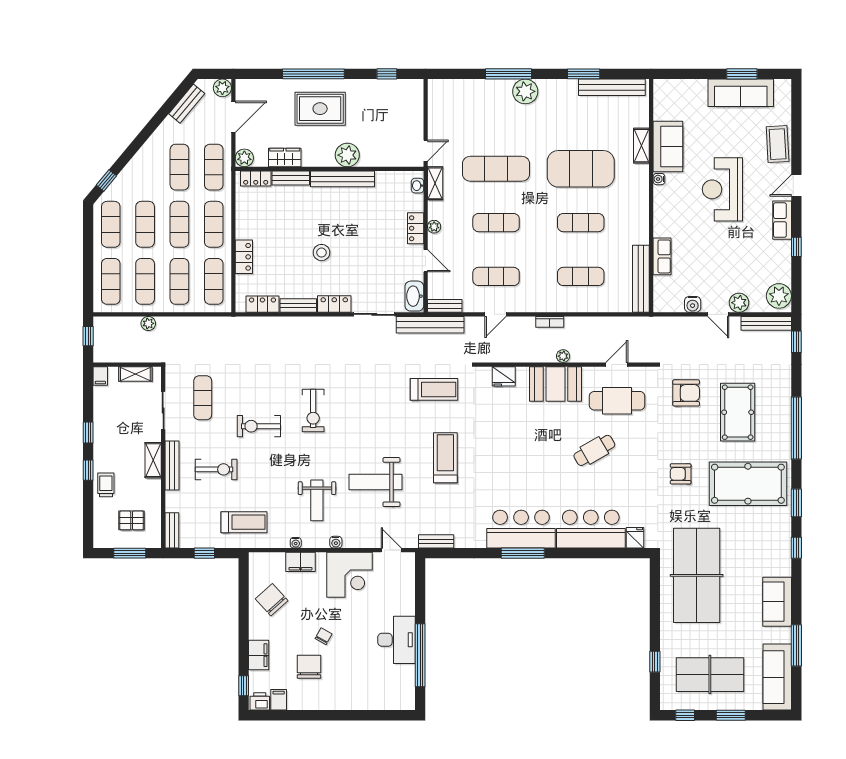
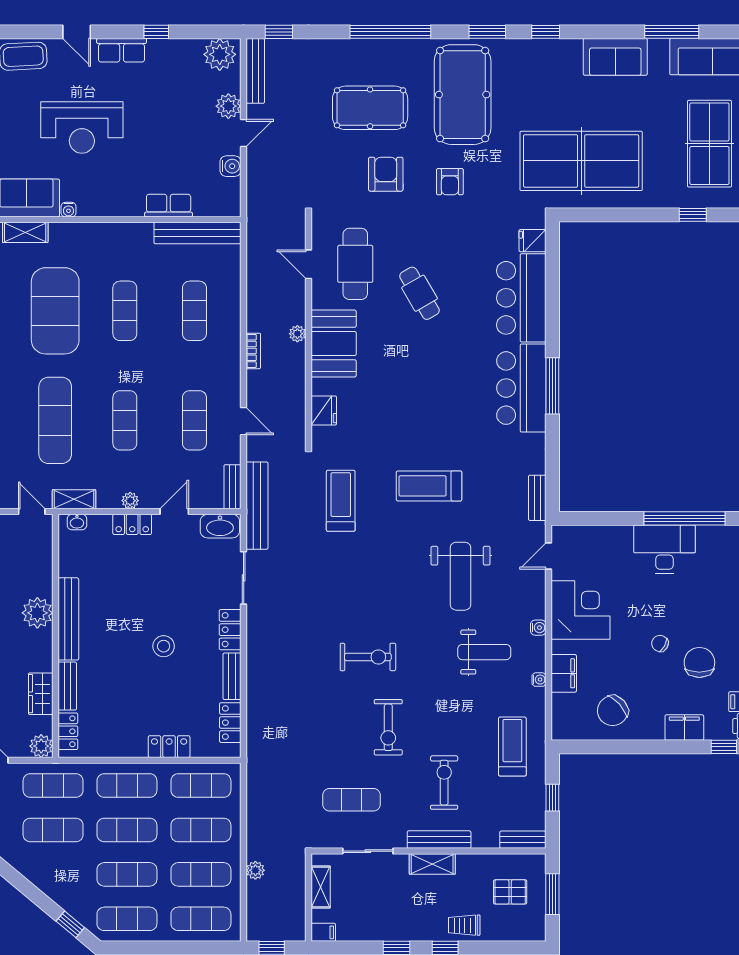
armchair: (686, 393) -> (386, 174), moved
pallet: (132, 520) -> (510, 892), turned 90
chair: (309, 667) -> (699, 662), turned 90

